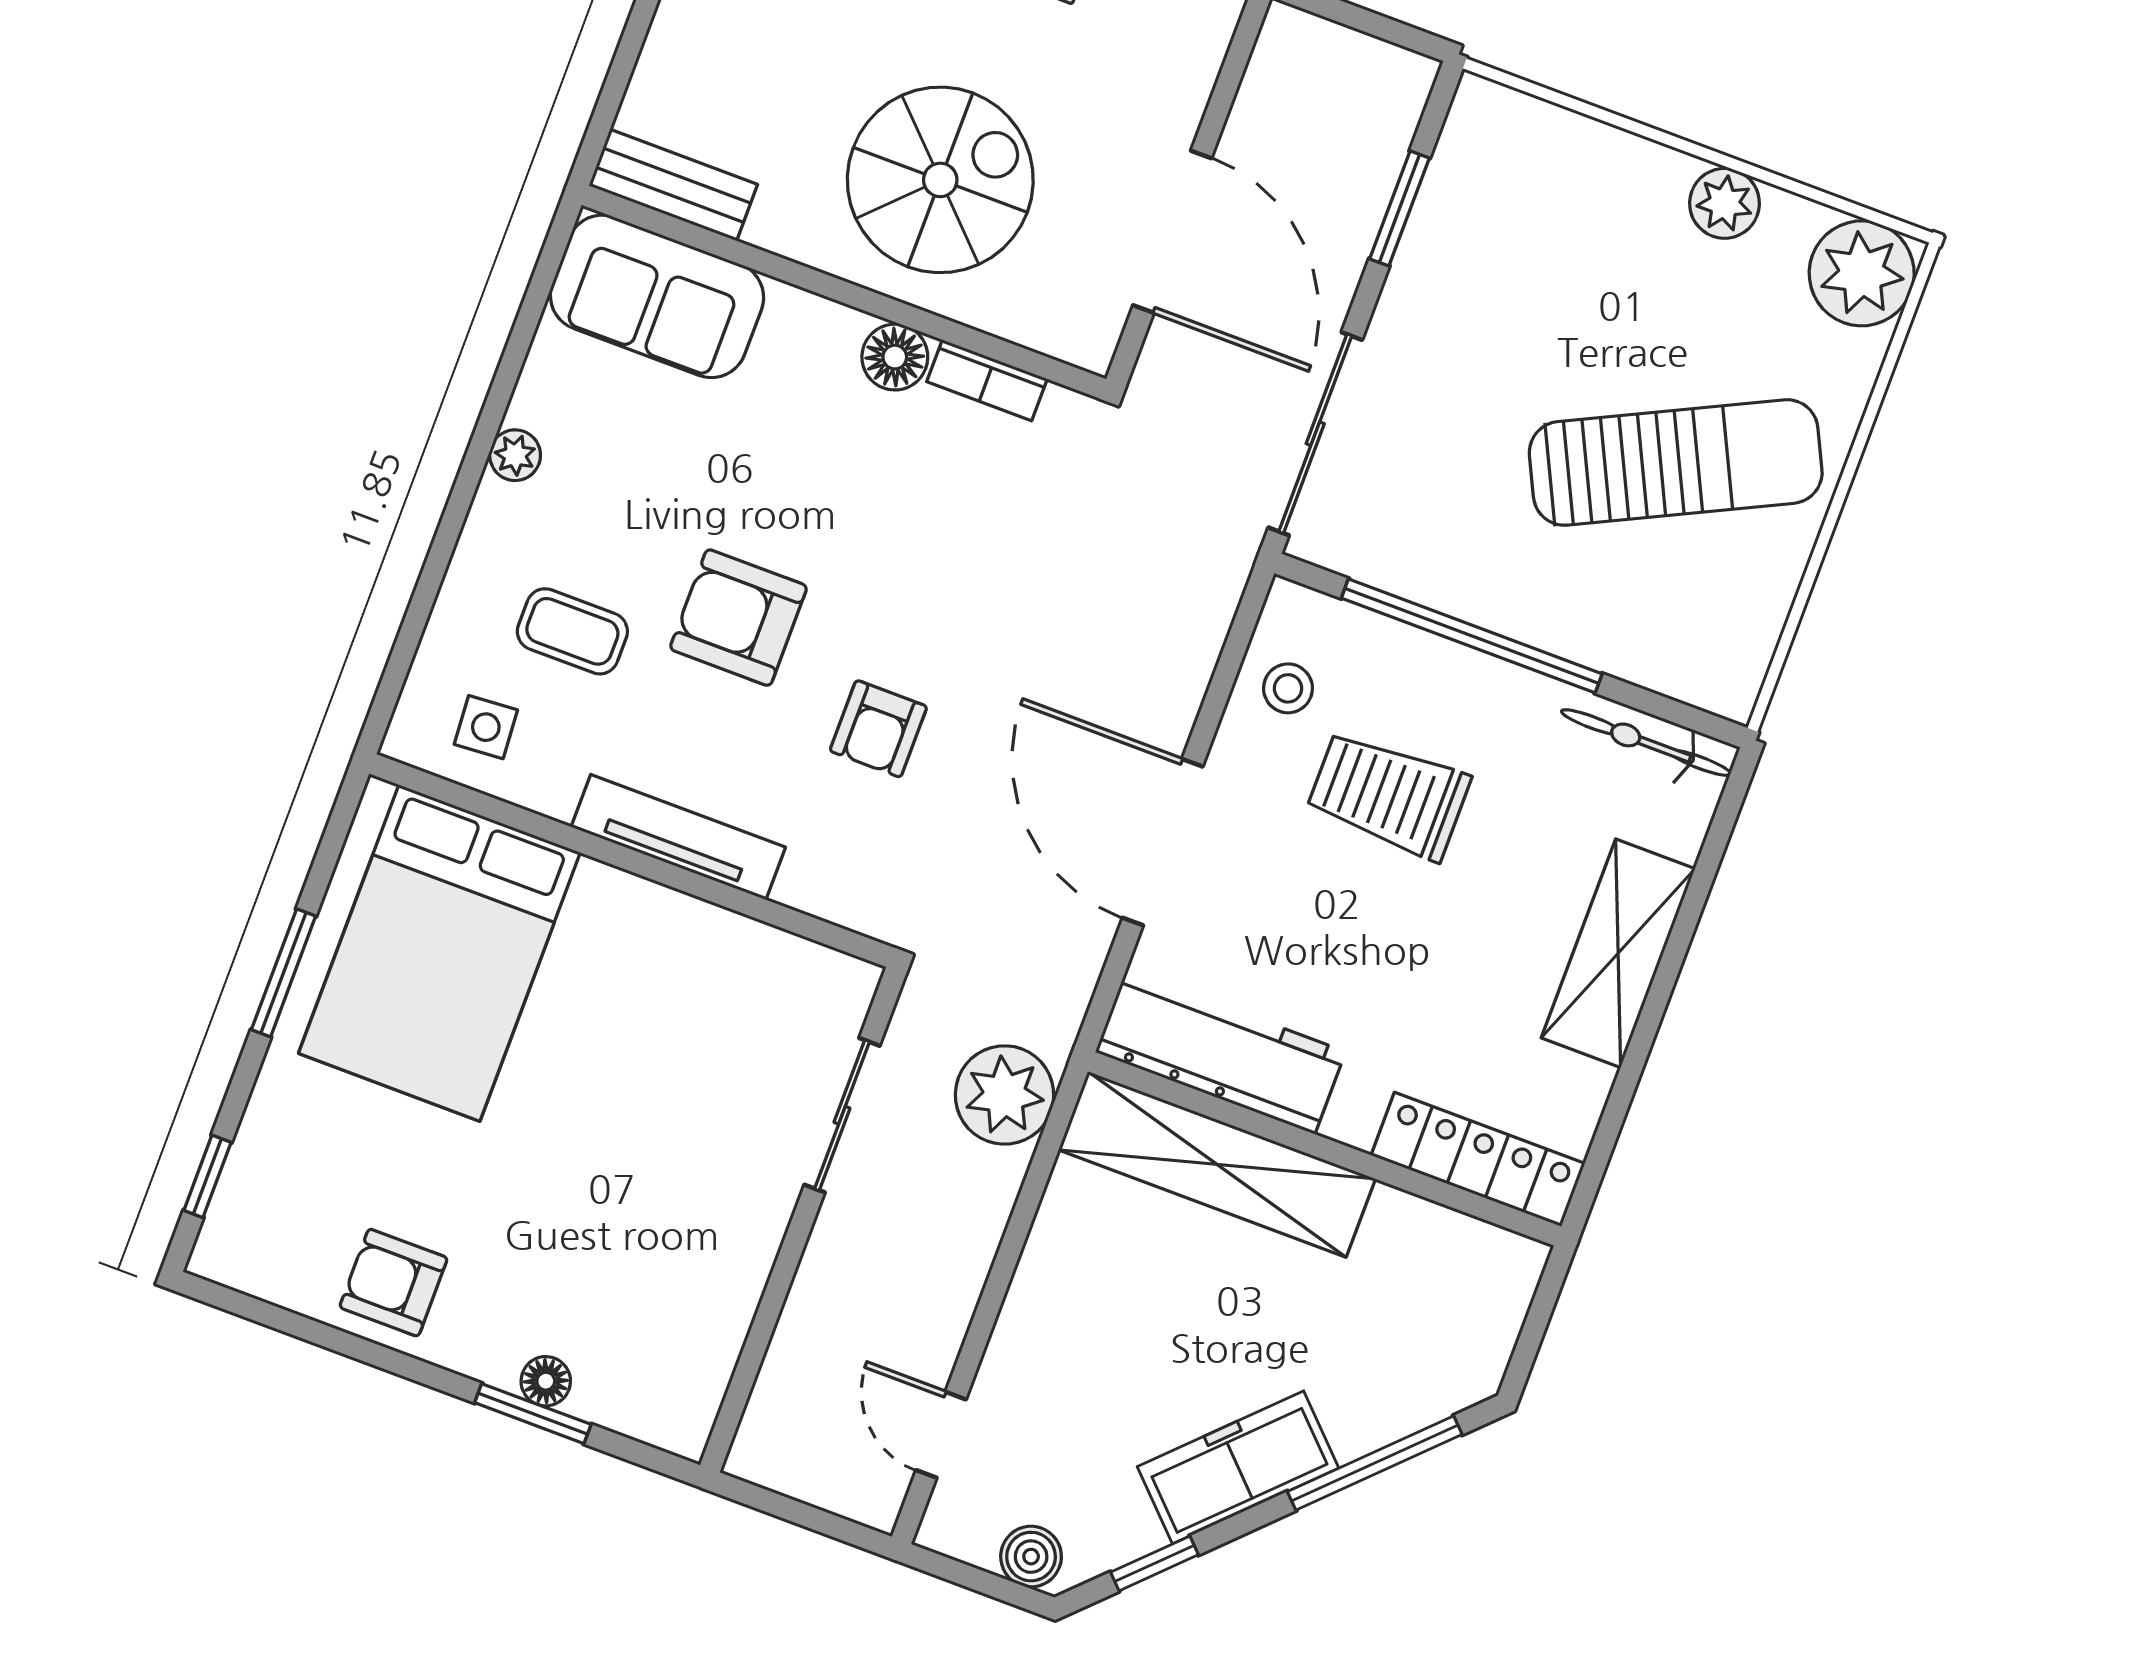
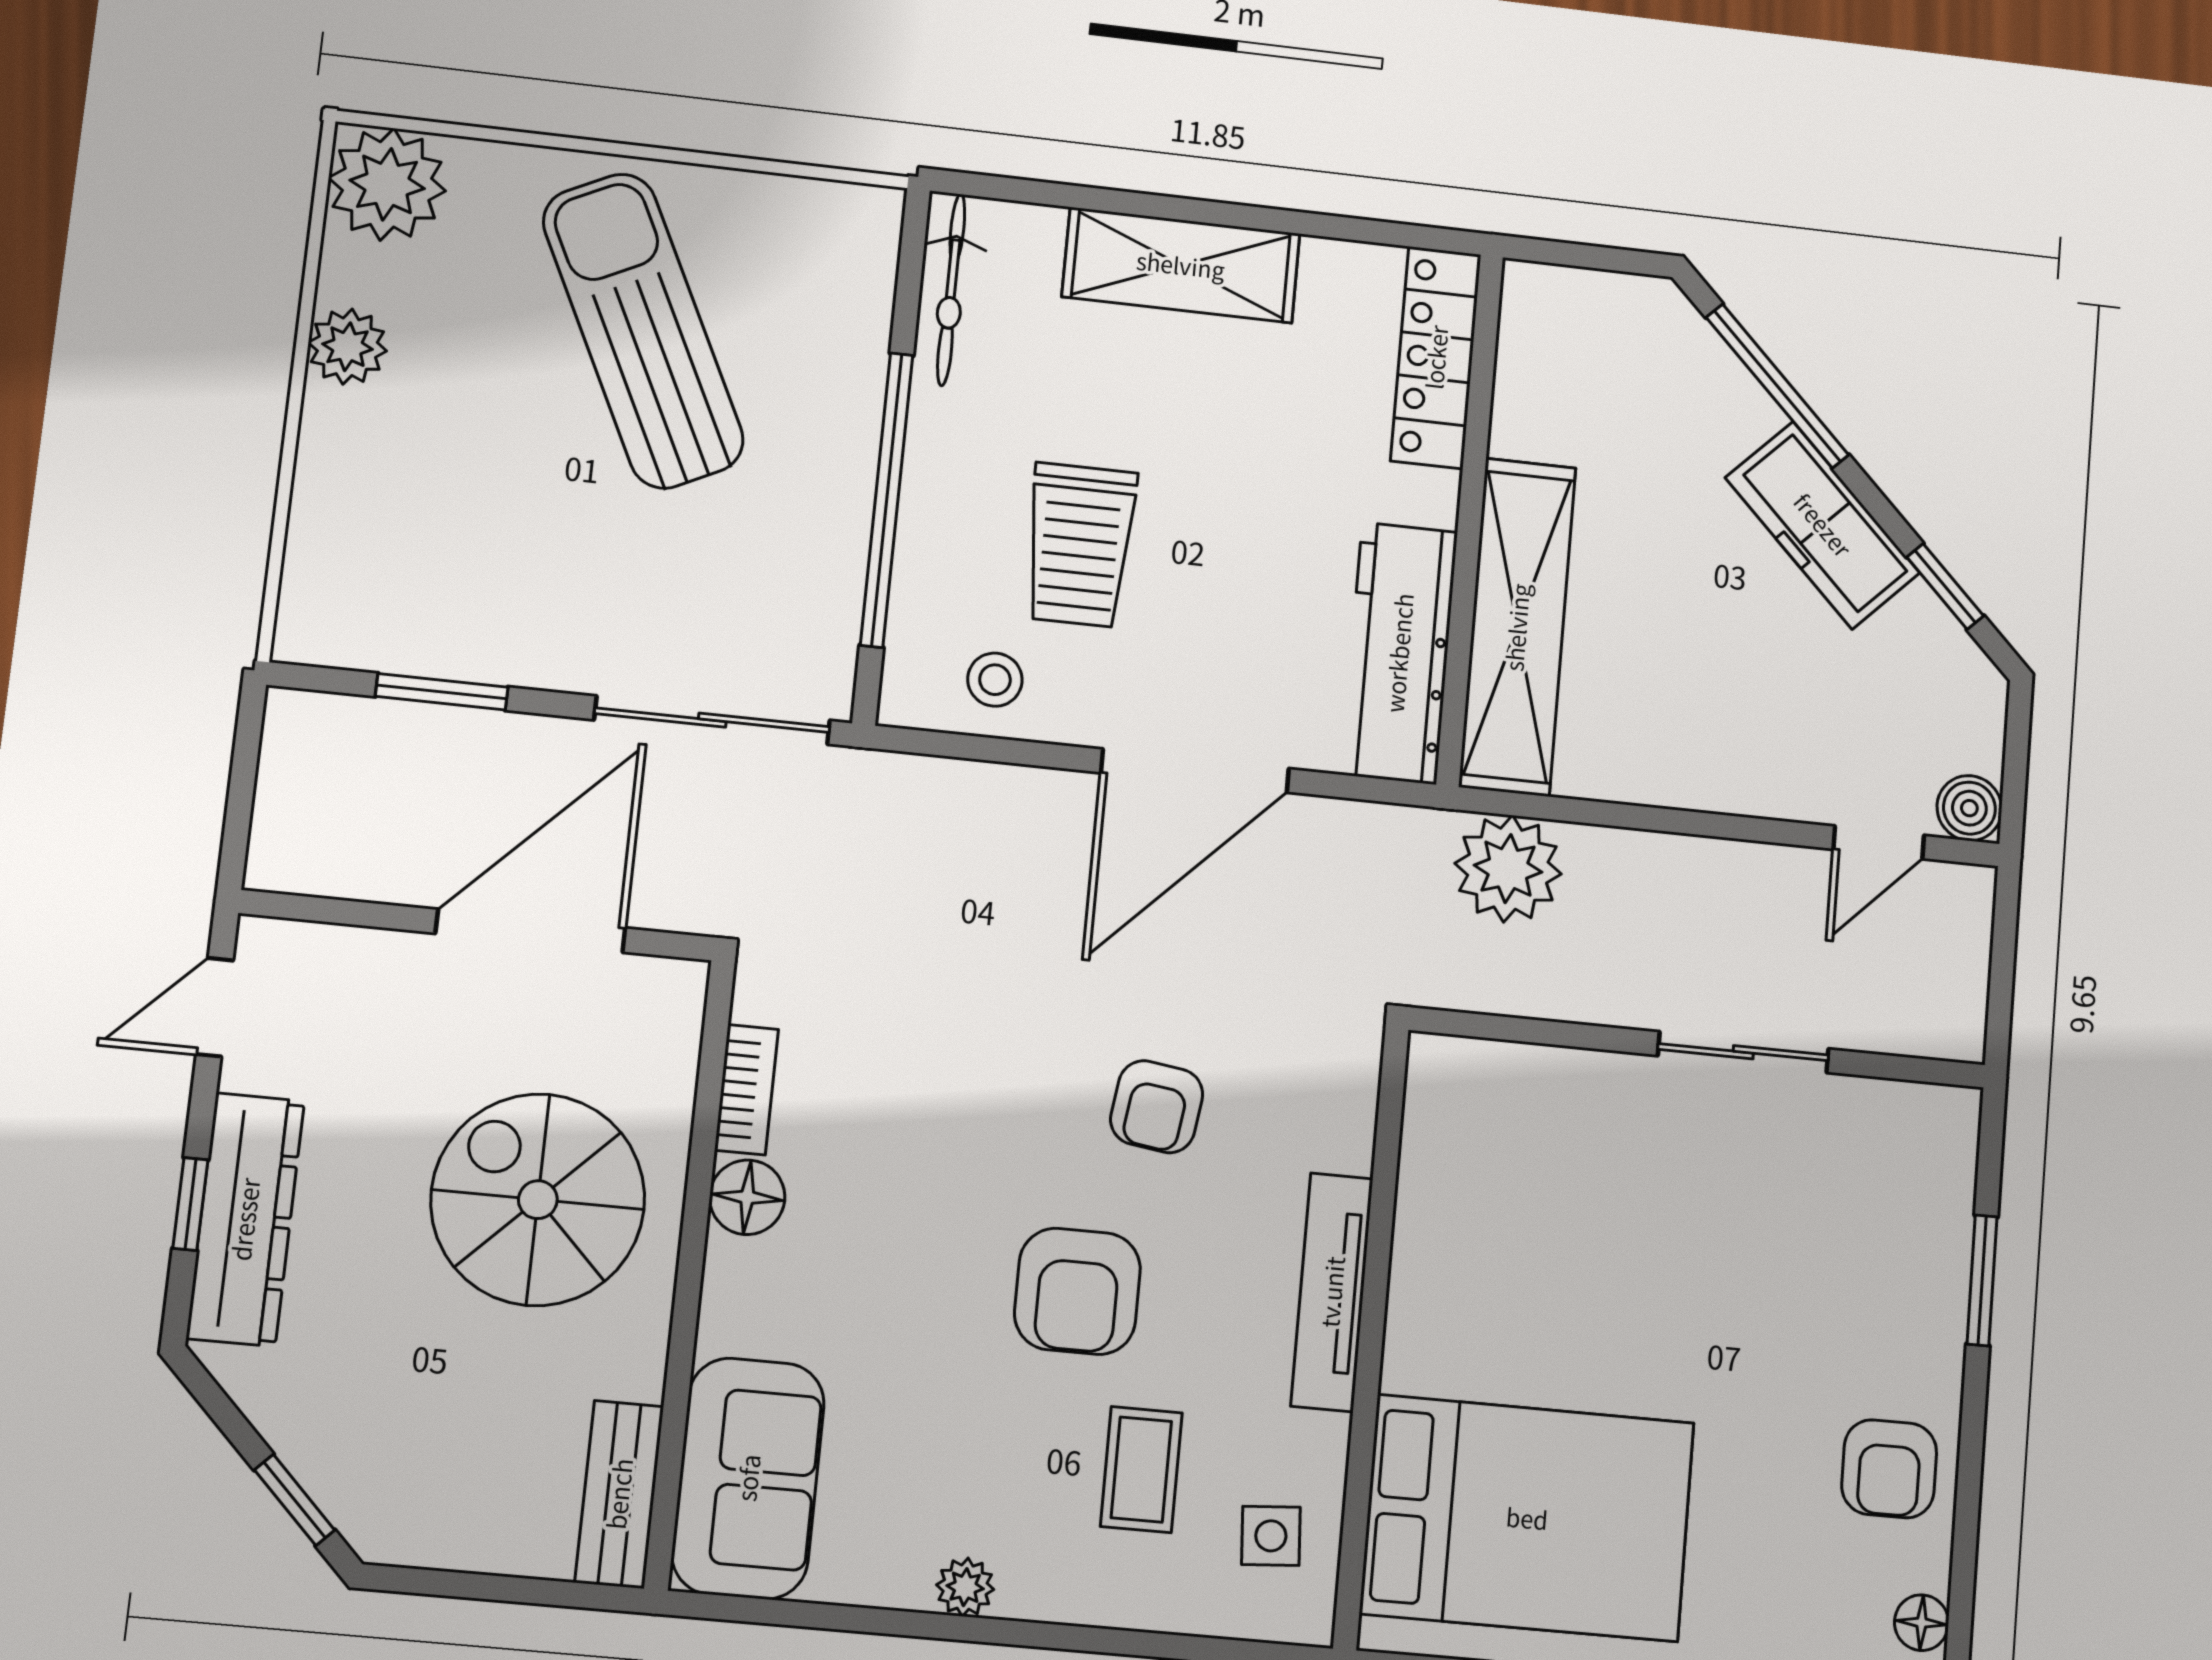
armchair: (878, 729) -> (1157, 1107), turned 98
sliding door: (842, 1115) -> (1743, 1052), moved
floor lamp: (546, 1381) -> (1922, 1623), moved
boiler: (1031, 1557) -> (1969, 808), moved

